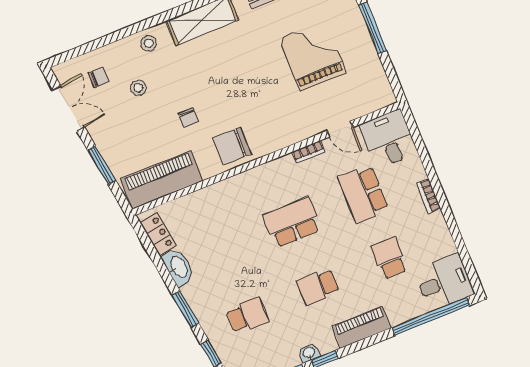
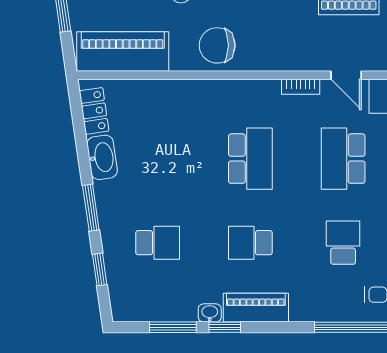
school desk: (292, 222) -> (250, 159), turned 90
piano: (361, 327) -> (256, 308), moved

